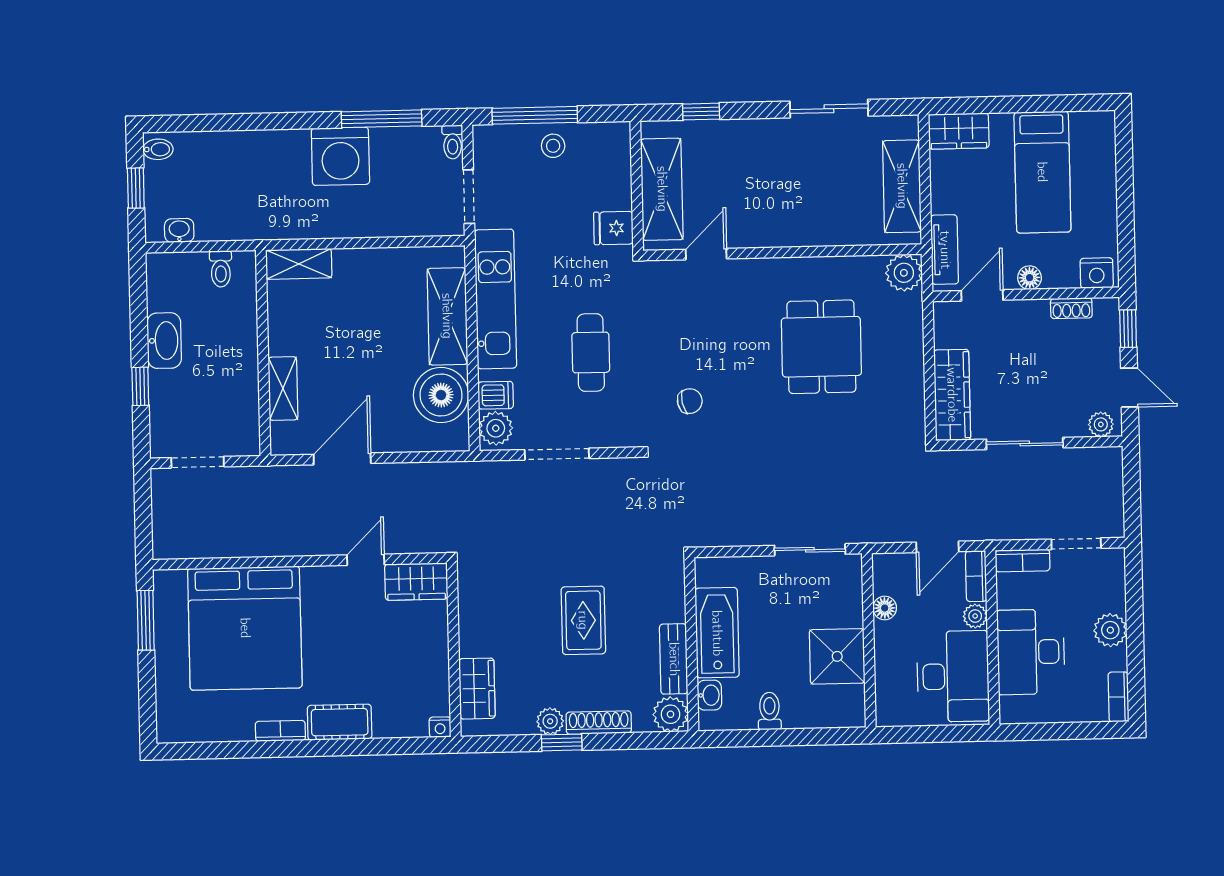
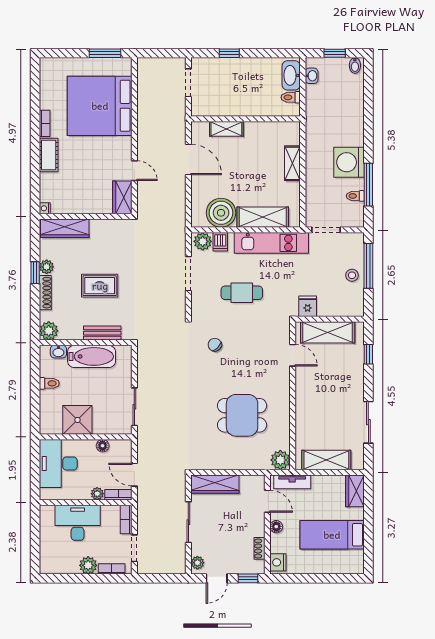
toilet: (453, 142) -> (355, 196), moved
shelving: (299, 264) -> (292, 163), moved
washbasin: (164, 341) -> (291, 75), moved, turned 90
chair: (690, 401) -> (215, 345), turned 147
bench: (674, 659) -> (102, 333), moved
desk: (953, 676) -> (58, 464), moved, turned 90
wardrobe: (477, 689) -> (65, 228), width x1.50
bookcase: (1119, 697) -> (112, 569), moved

